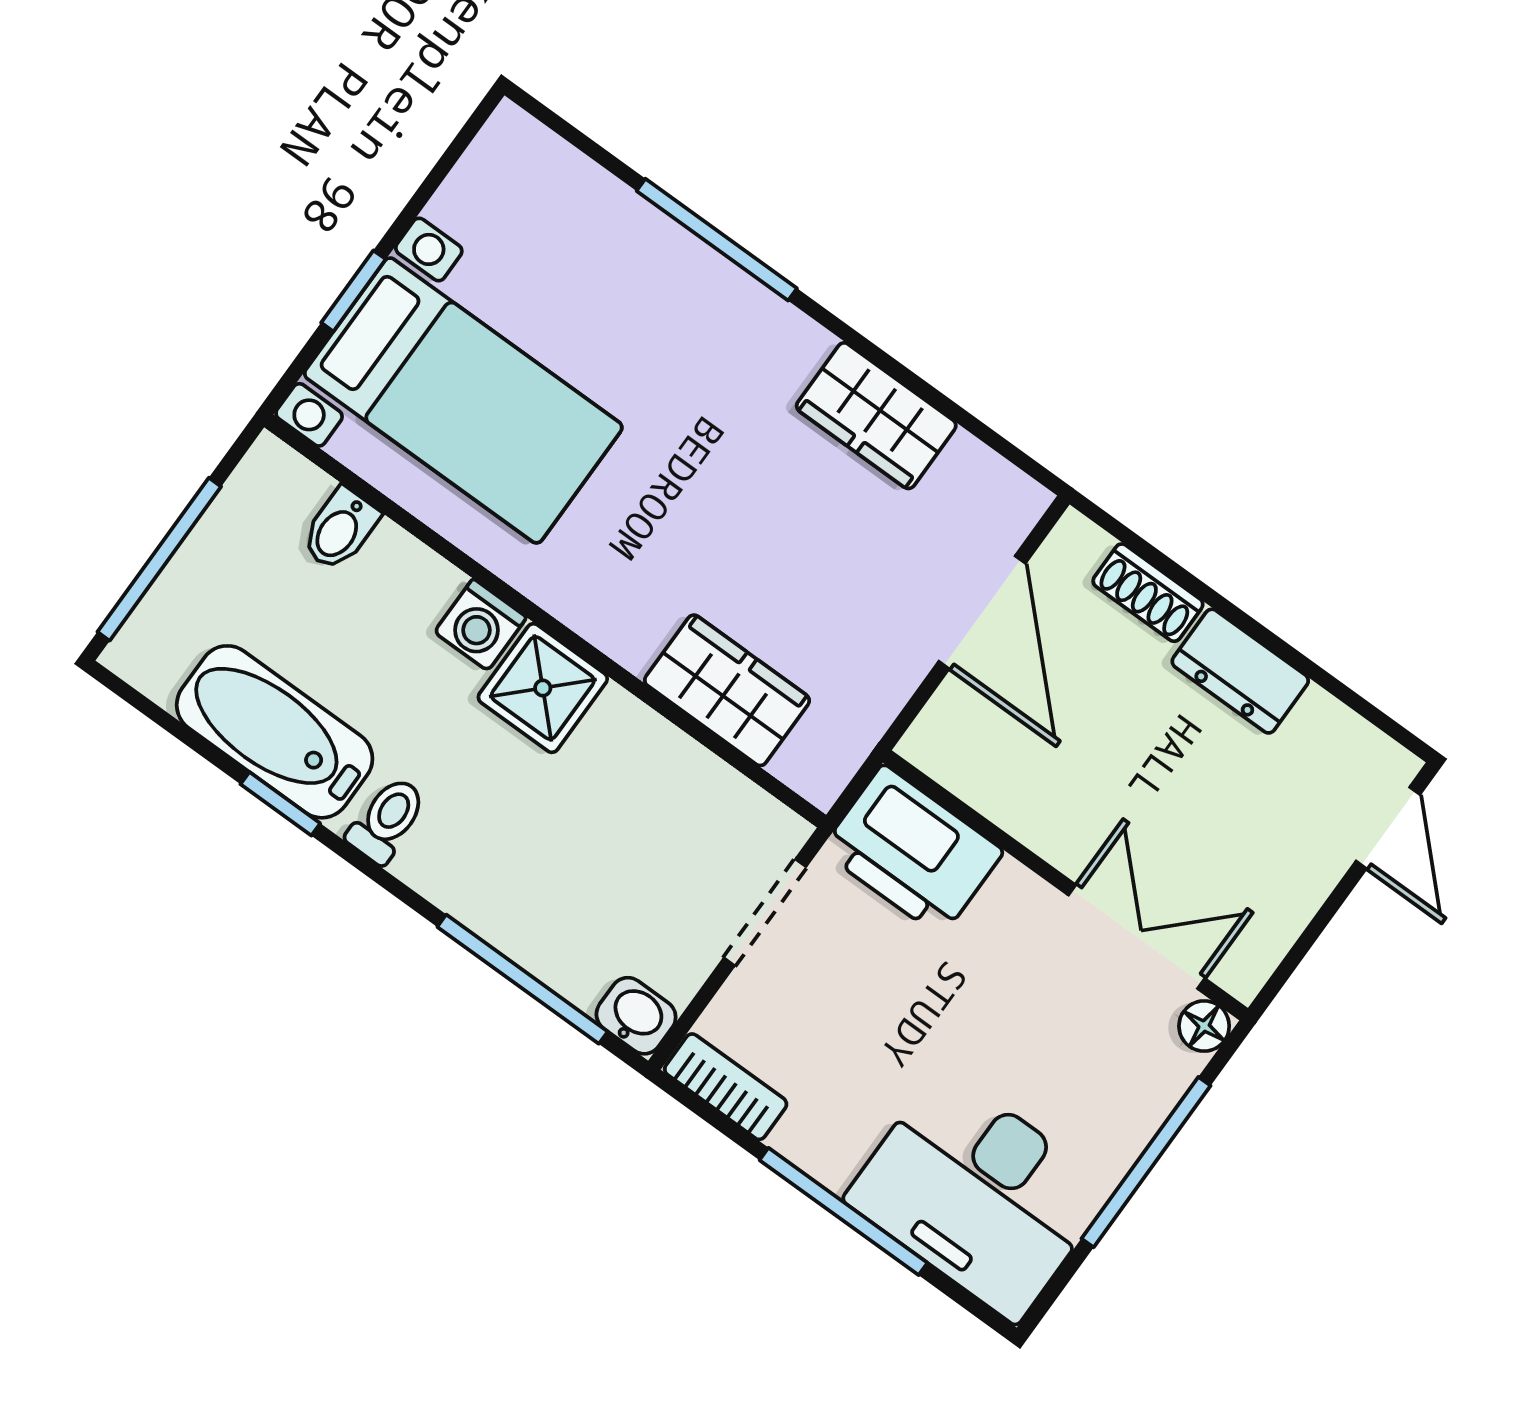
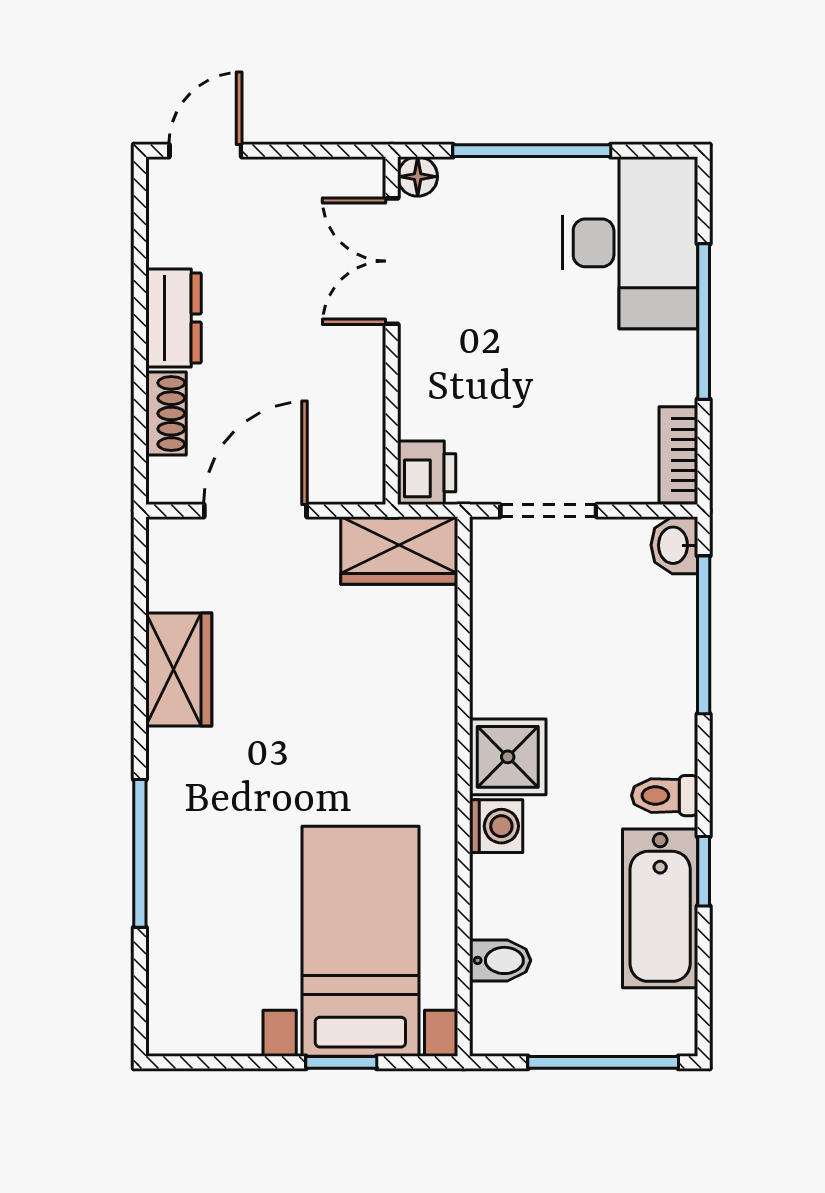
wardrobe: (727, 690) -> (399, 550), moved, turned -90
printer: (912, 851) -> (427, 473), width x0.53, depth x0.68

